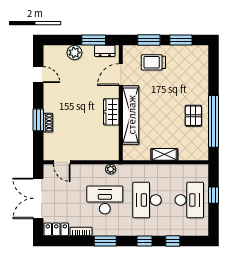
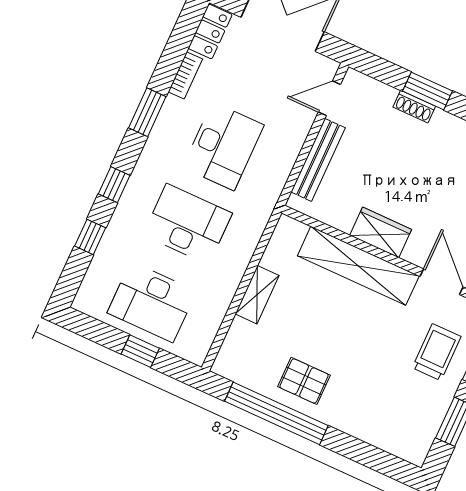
bench: (92, 155) -> (318, 160), added
plant: (111, 169) -> (275, 183), removed

